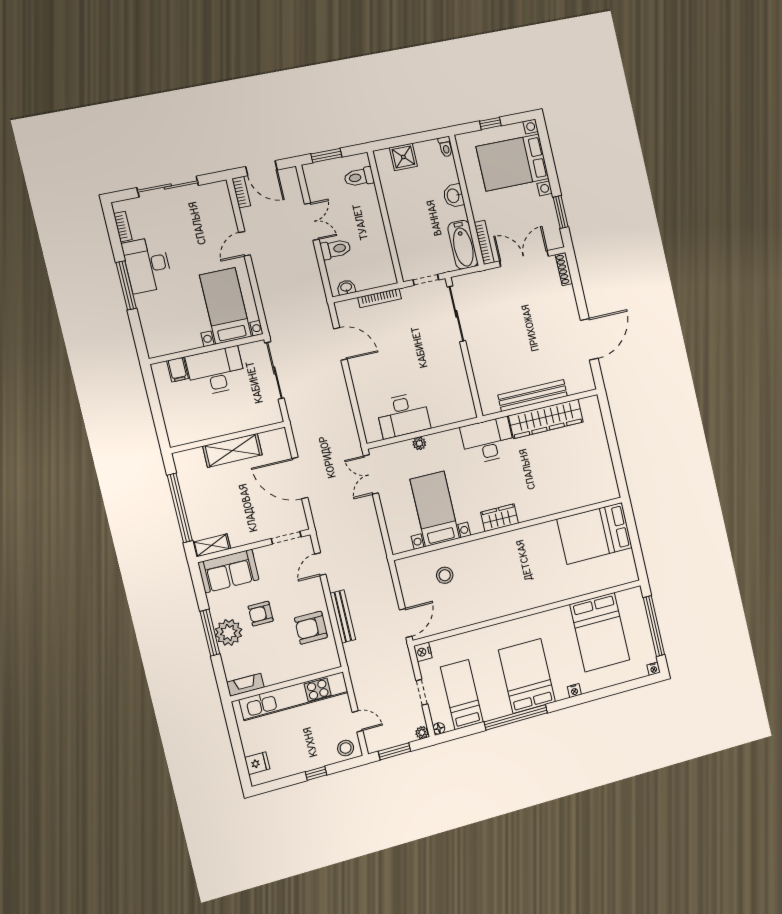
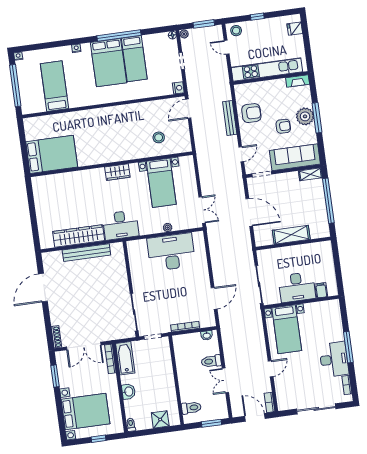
door: (340, 344) -> (214, 298), swing flipped
desk: (403, 415) -> (171, 252), width x1.36, depth x1.30
sofa: (228, 571) -> (295, 157), width x1.36
bed: (600, 632) -> (54, 86), width x0.67
bed: (462, 695) -> (134, 59), moved

